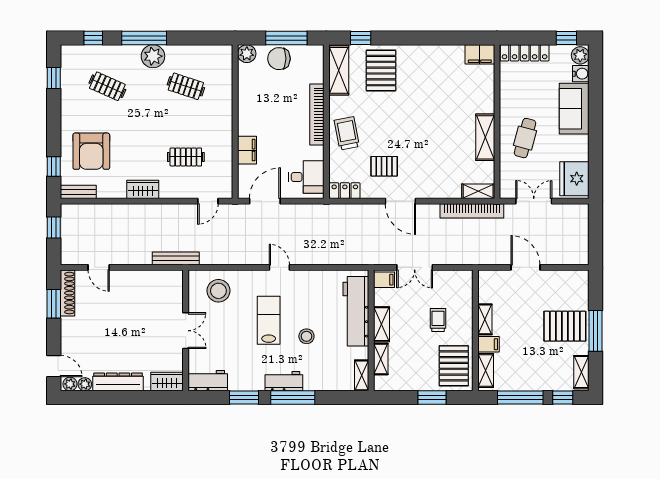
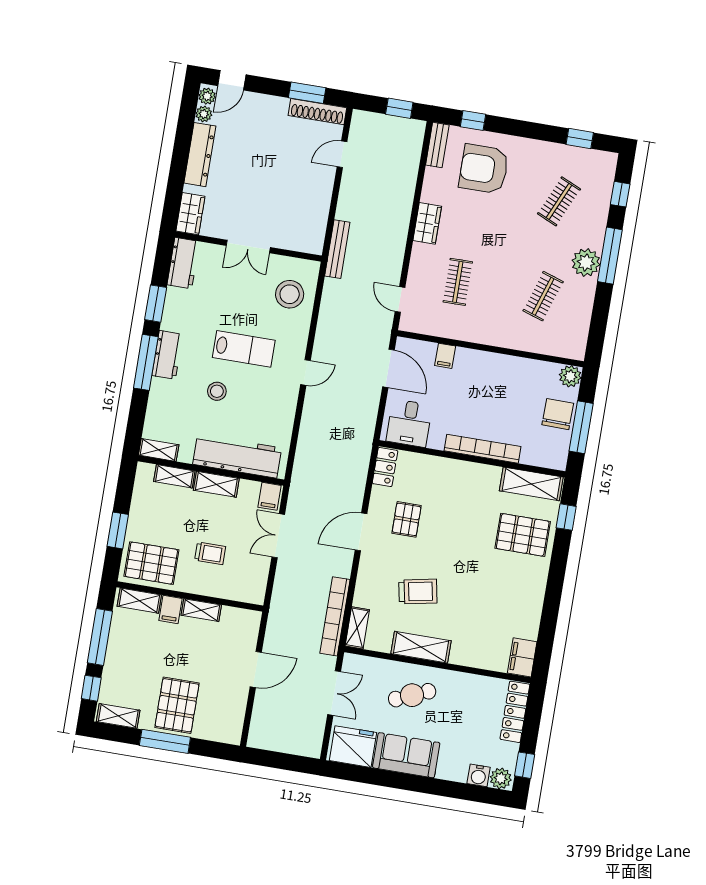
sofa: (574, 109) -> (406, 755), moved
trolley: (347, 133) -> (418, 592), moved
cafe table: (525, 138) -> (412, 695), turned -38
filing cabinet: (247, 150) -> (445, 356), width x0.50

